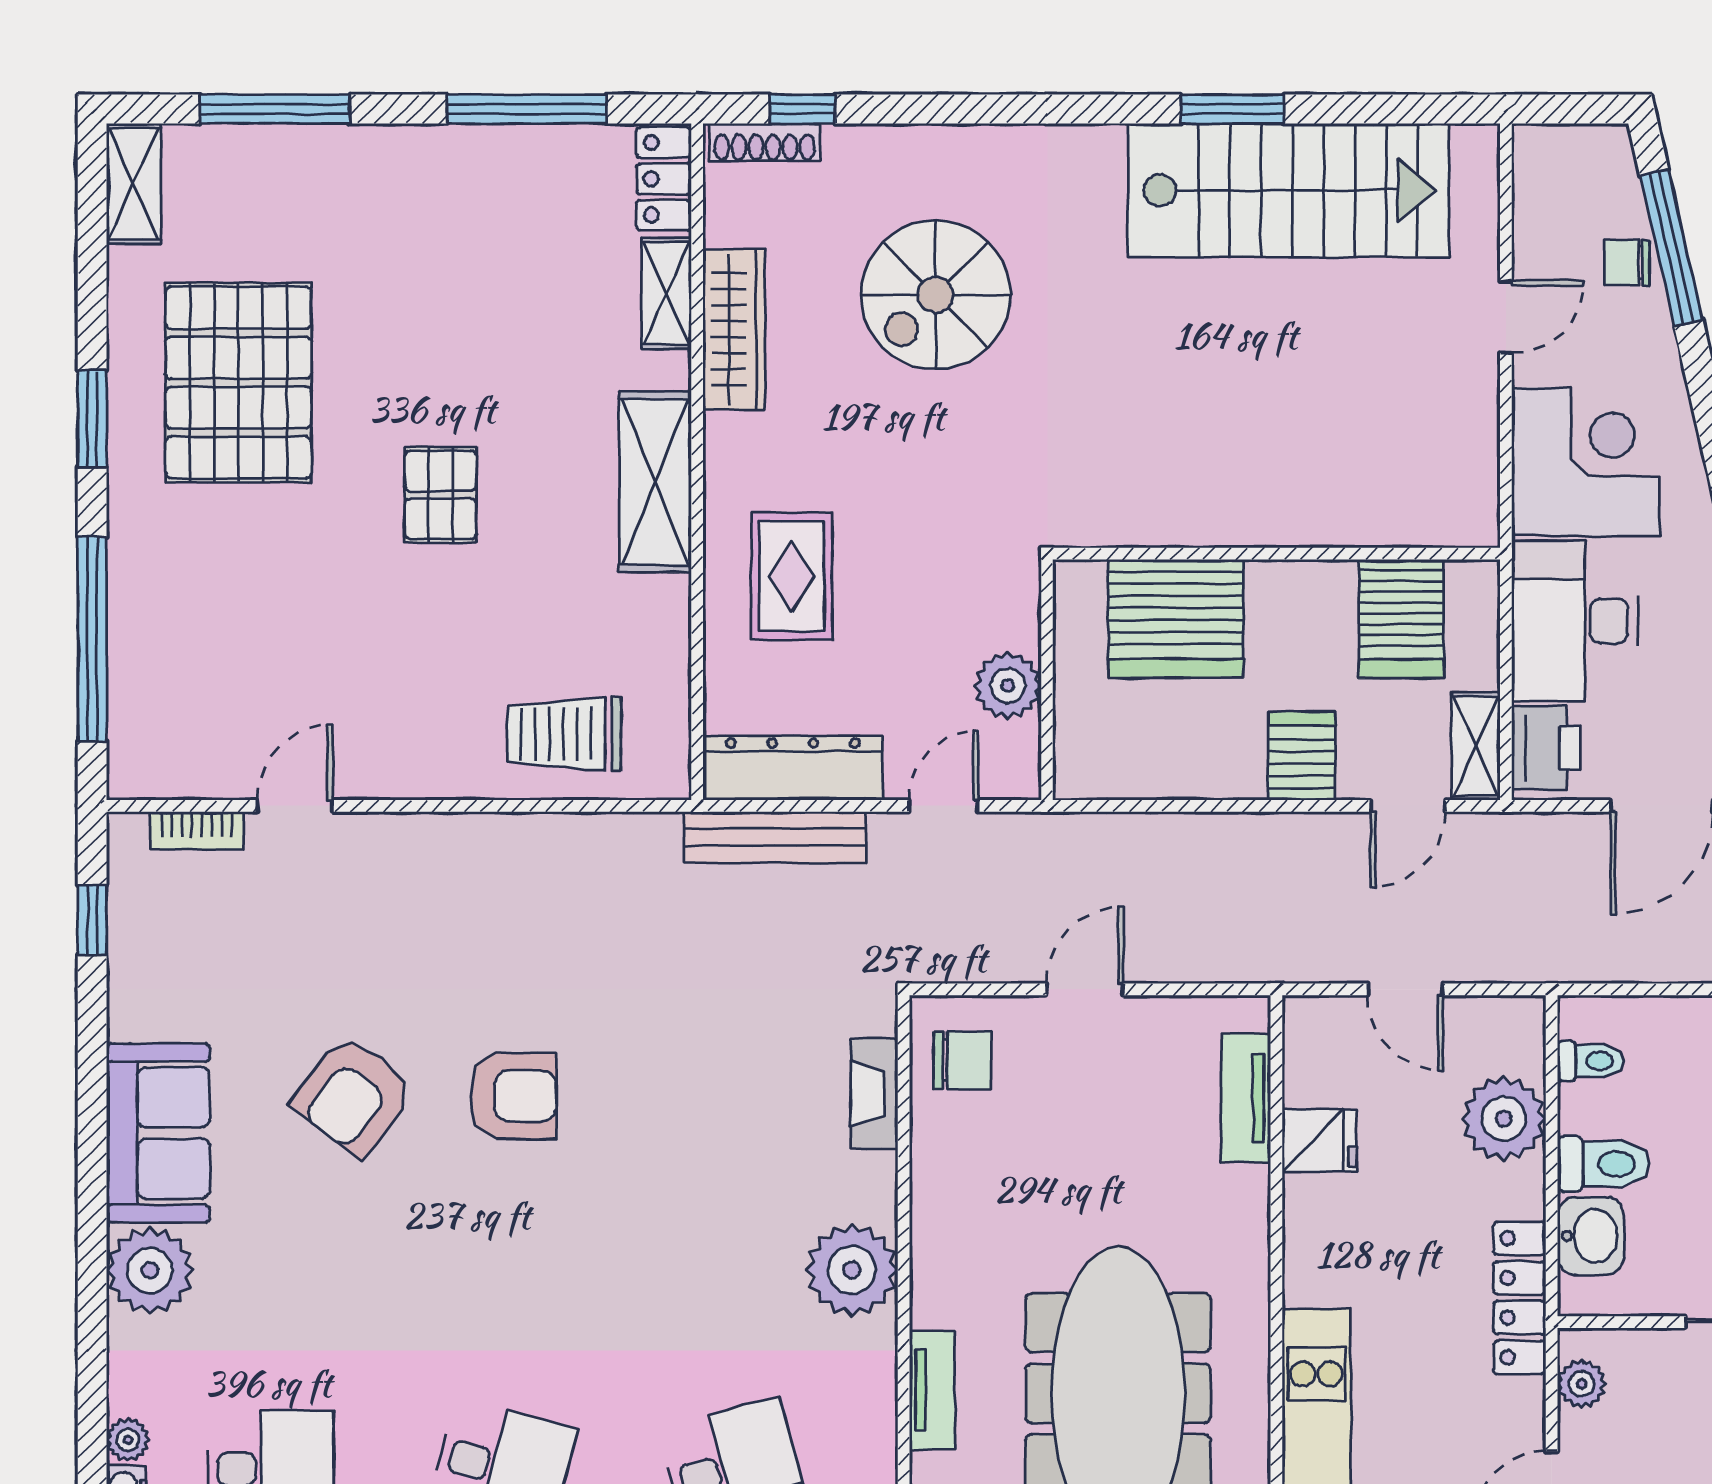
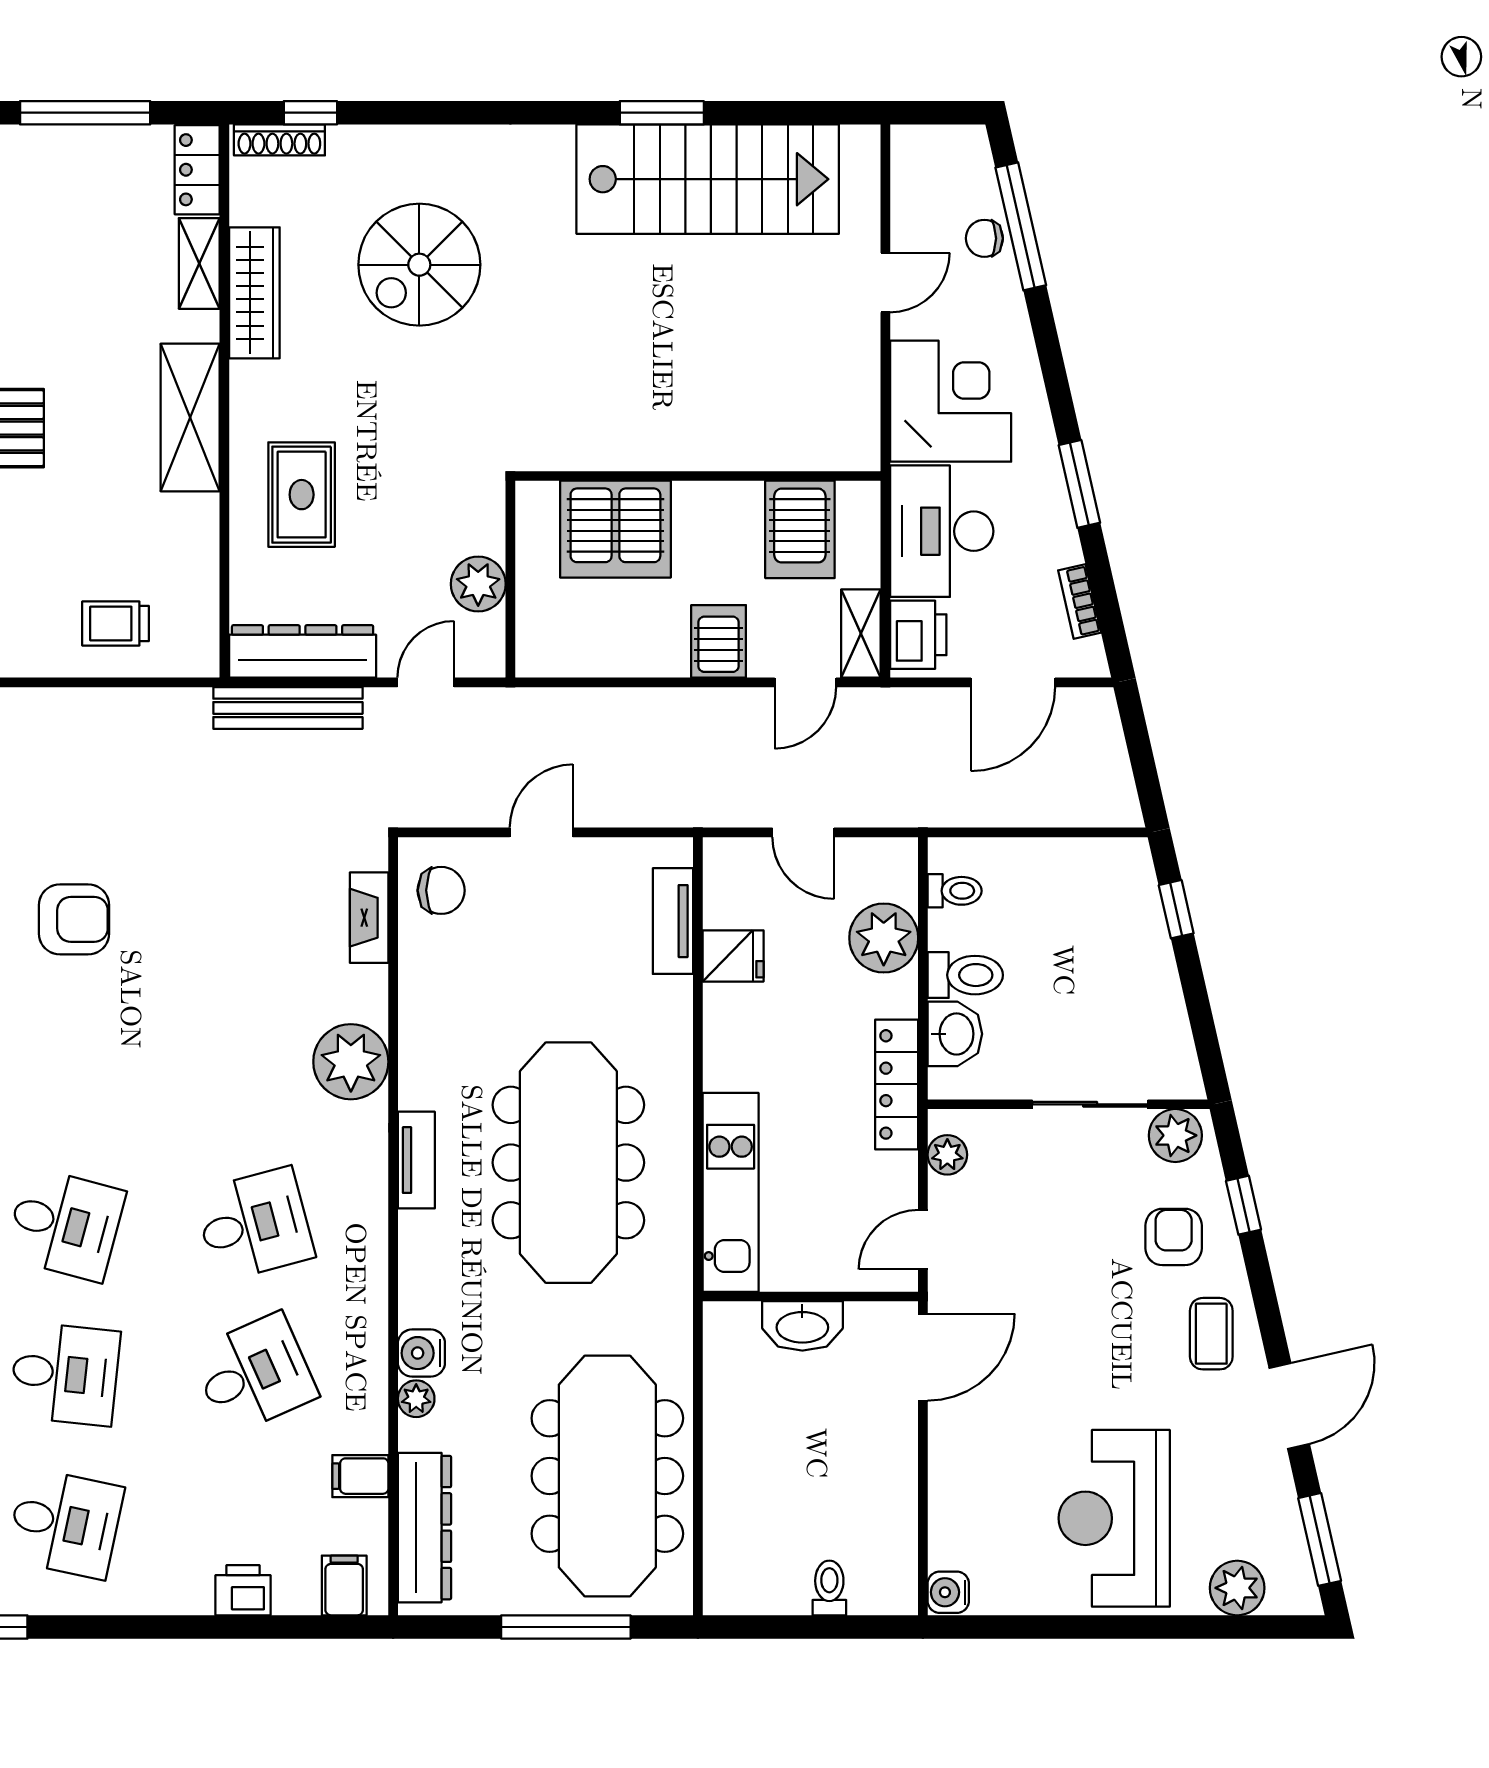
trolley: (564, 734) -> (115, 623), width x0.73, depth x0.72

